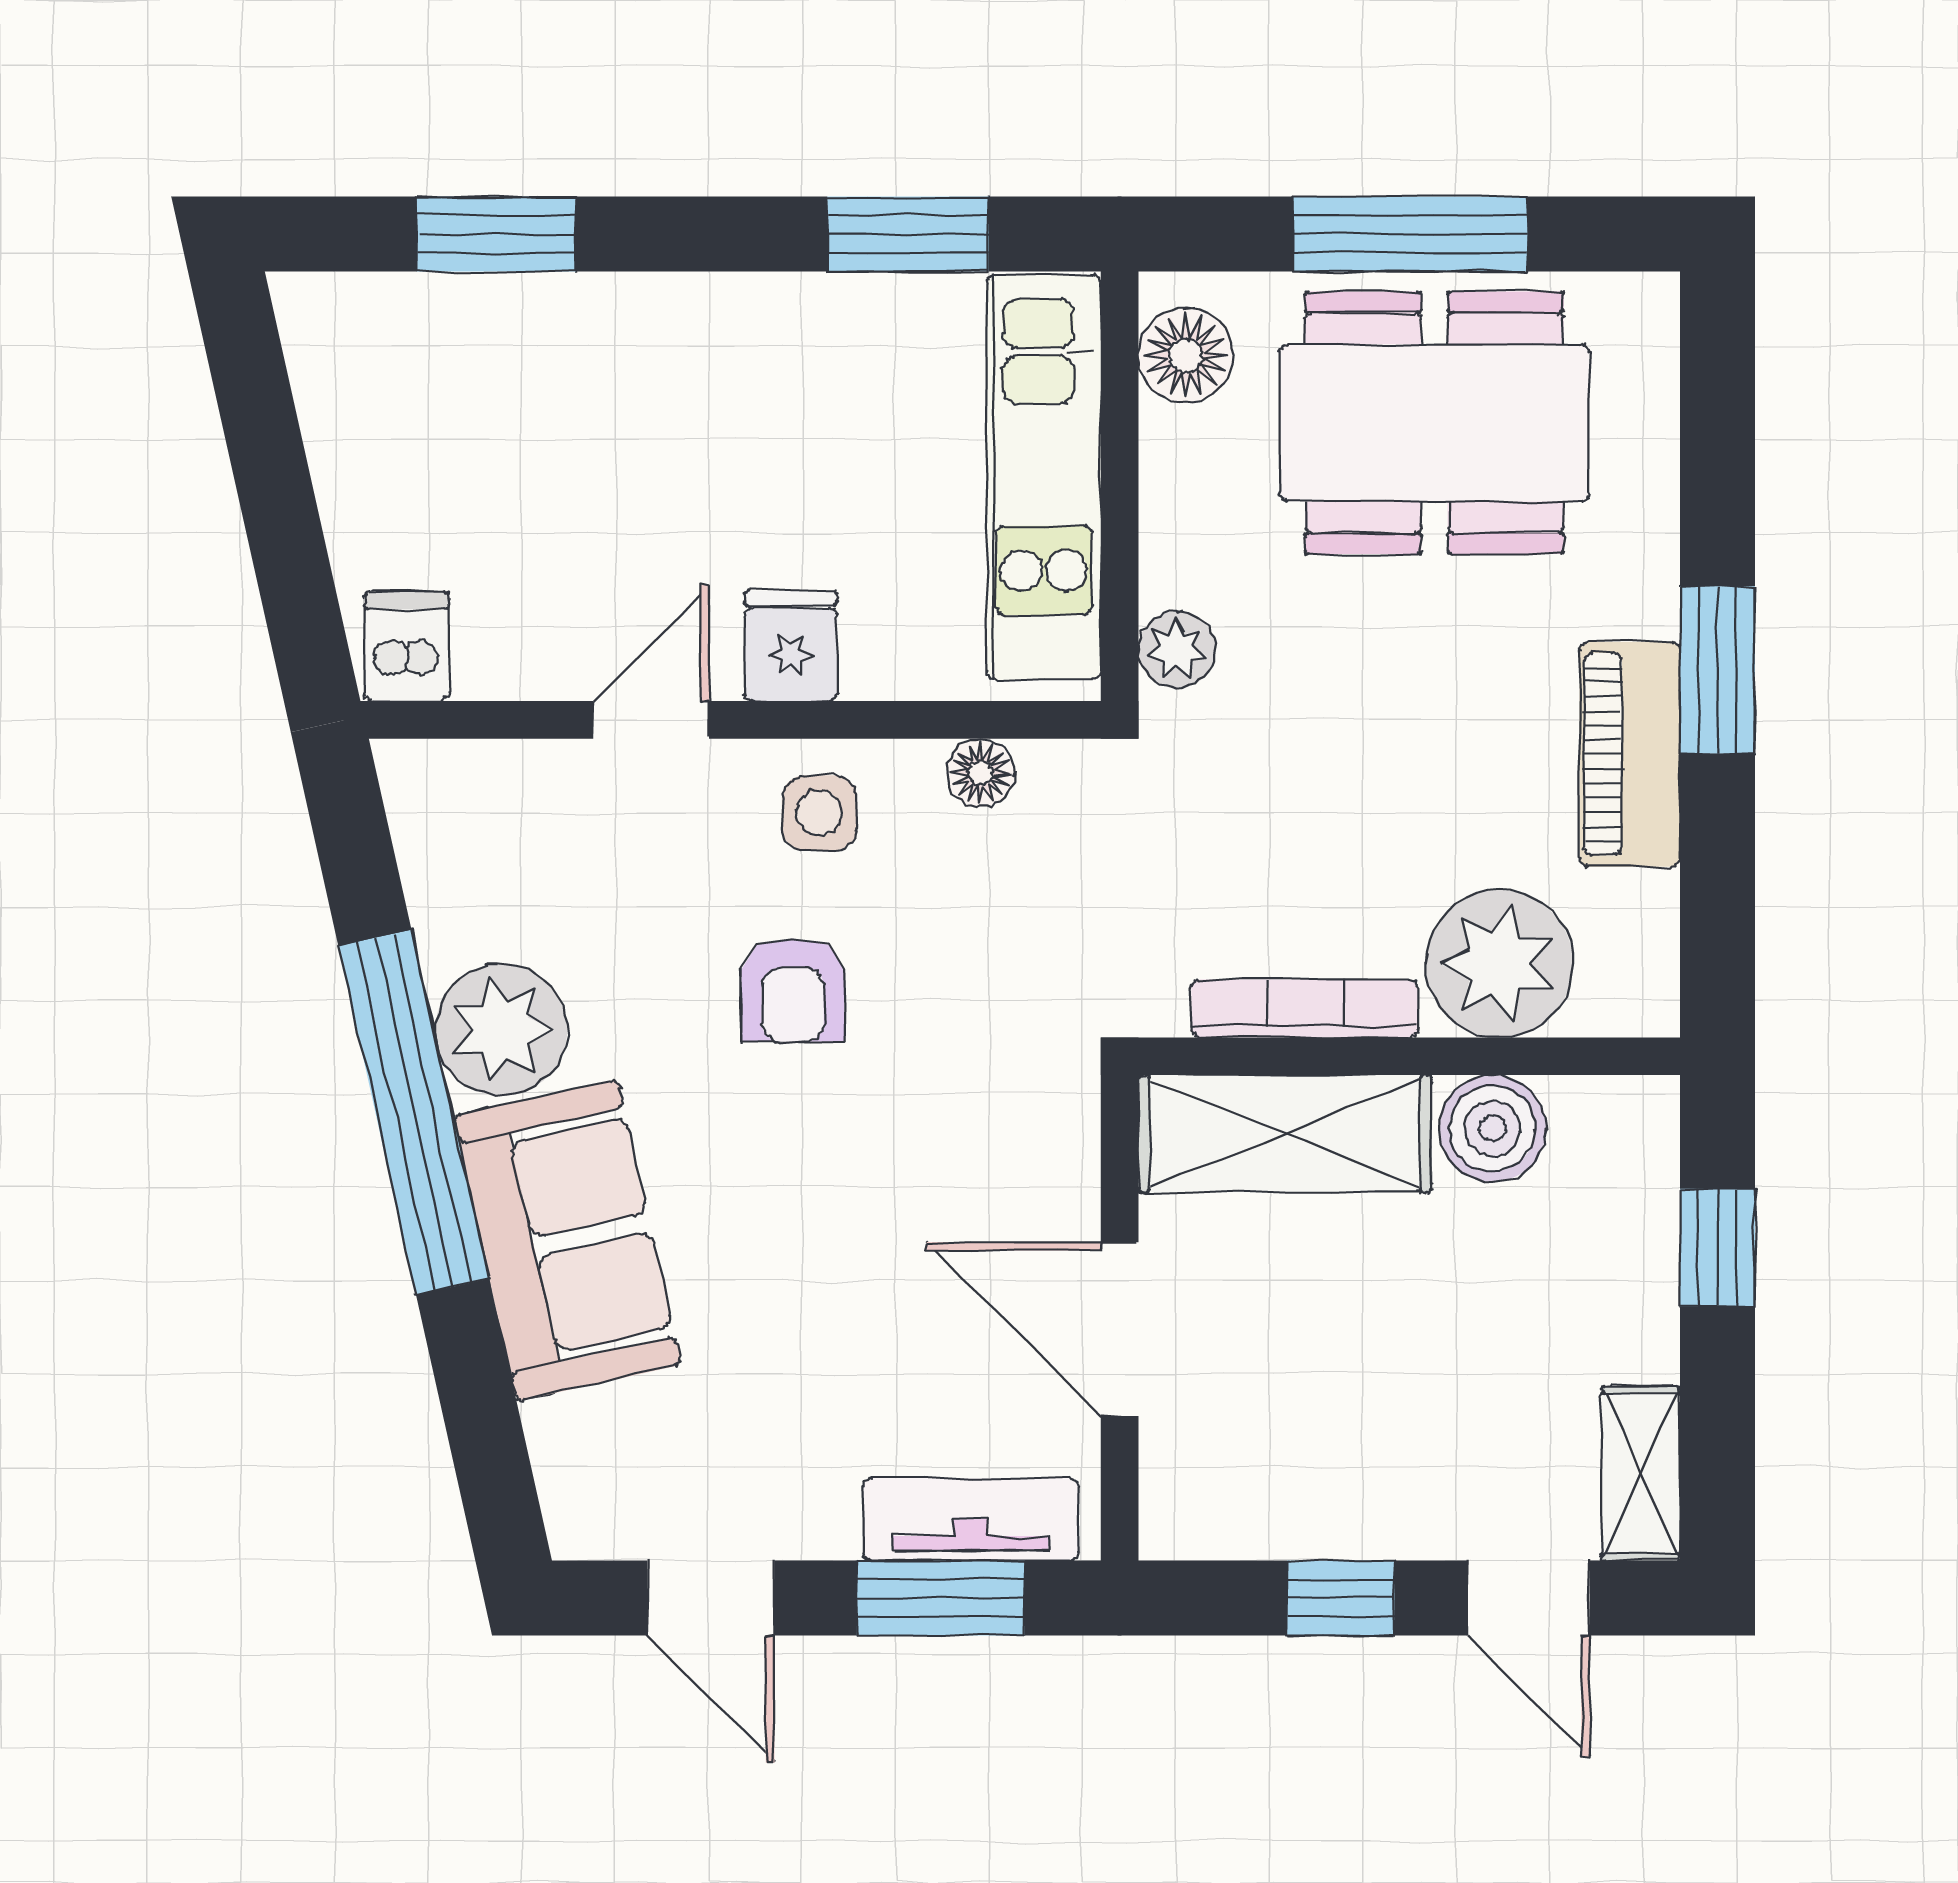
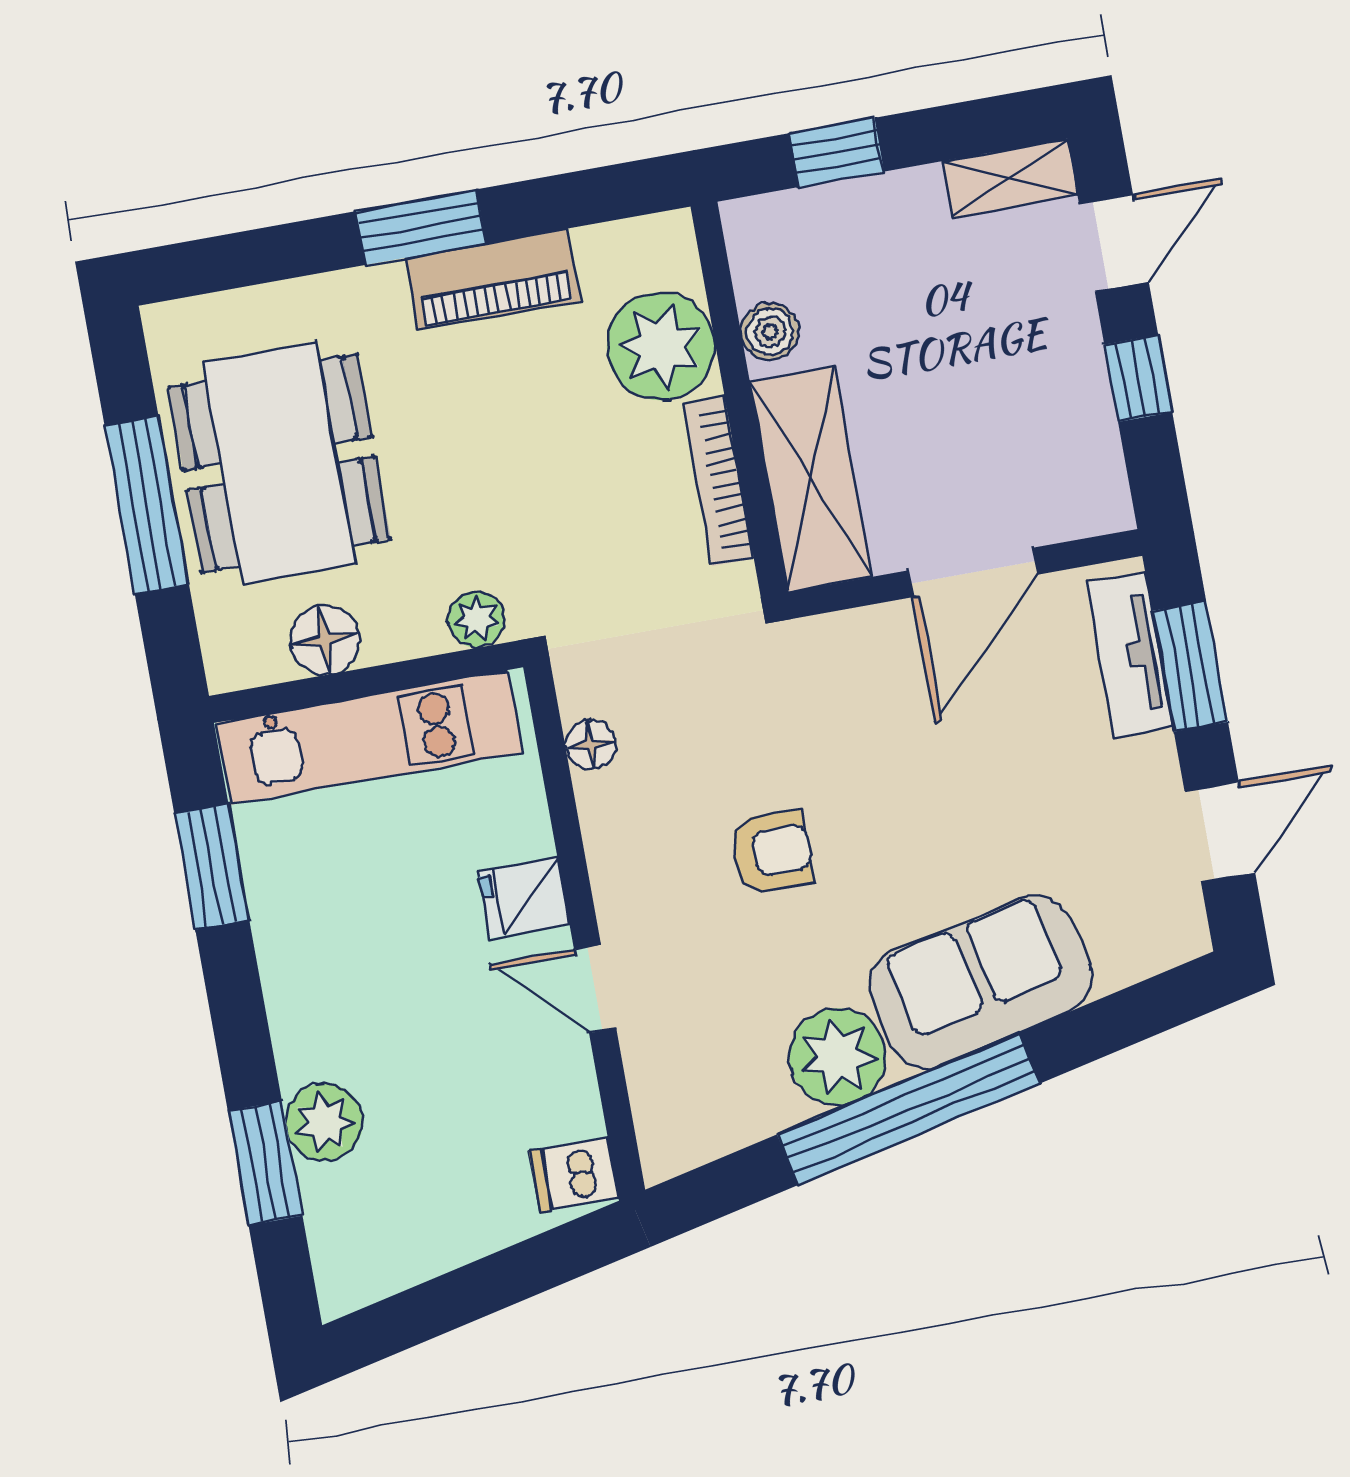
plant: (538, 324) -> (325, 1122), added
floor lamp: (1186, 355) -> (324, 640), moved
side table: (819, 813) -> (640, 856), removed
boiler: (1492, 1128) -> (770, 332), width x0.73, depth x0.73

